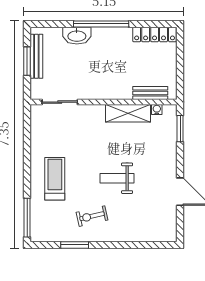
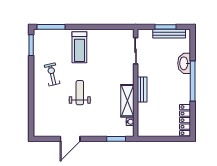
bench: (150, 93) -> (142, 89), moved
treadmill: (55, 179) -> (79, 47), turned 90
window: (75, 245) -> (31, 45), moved

